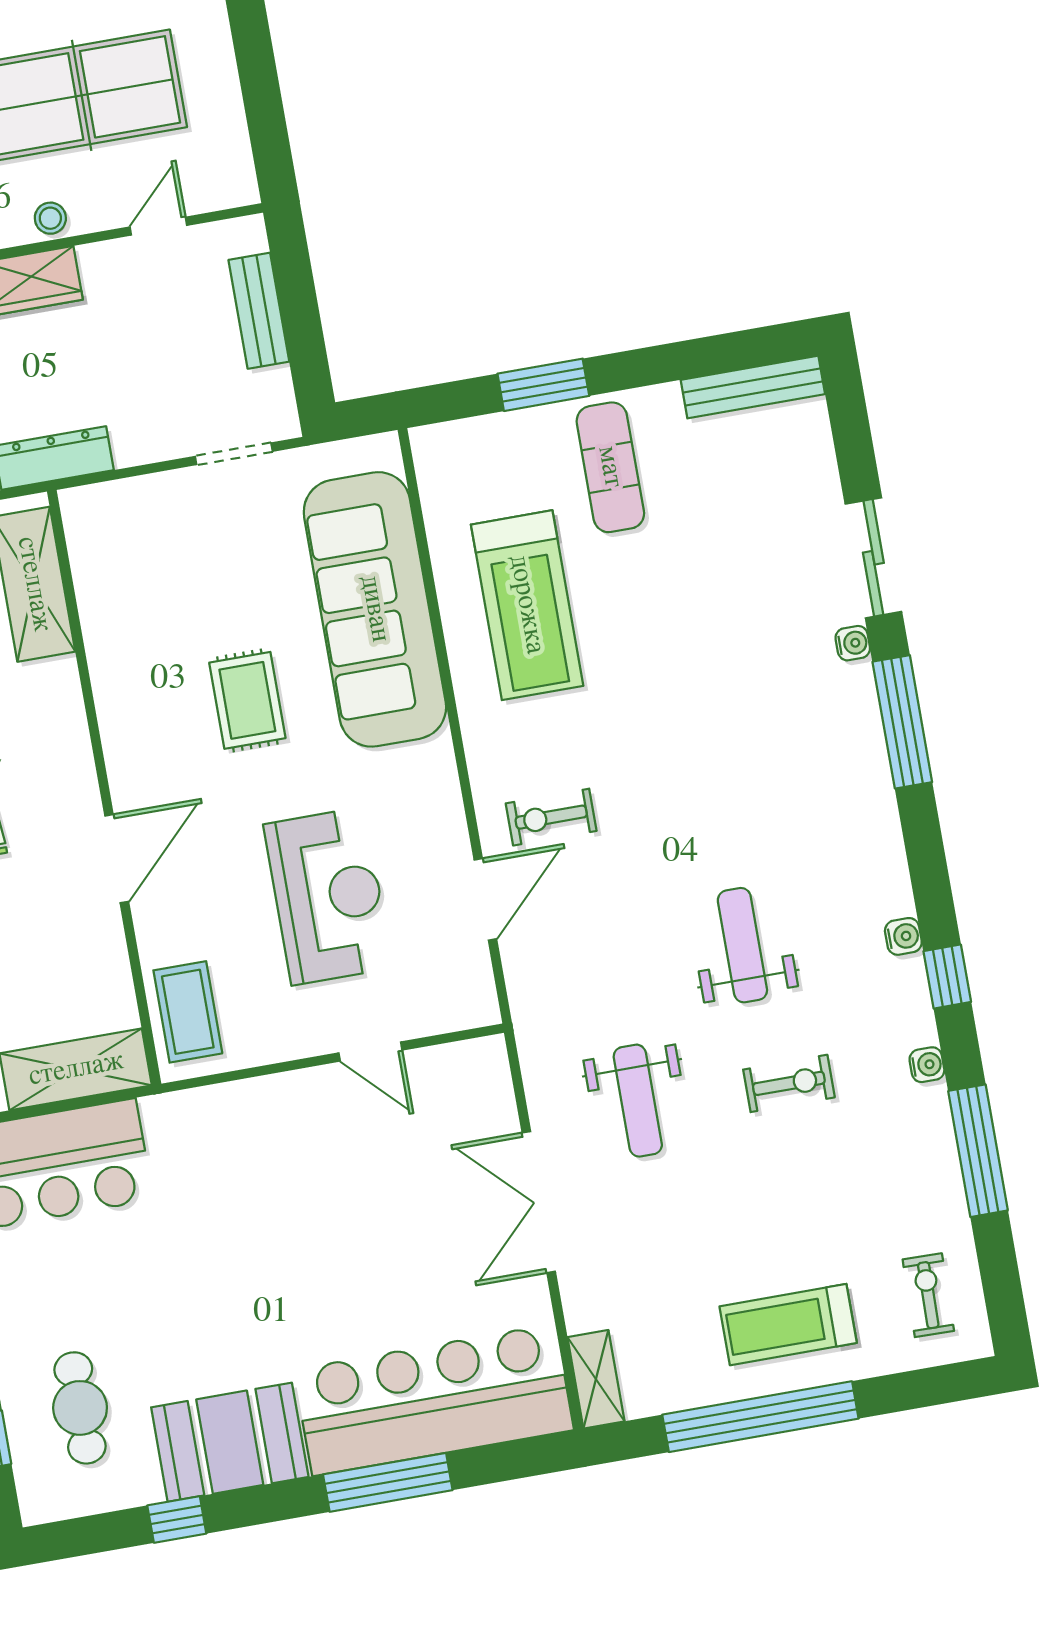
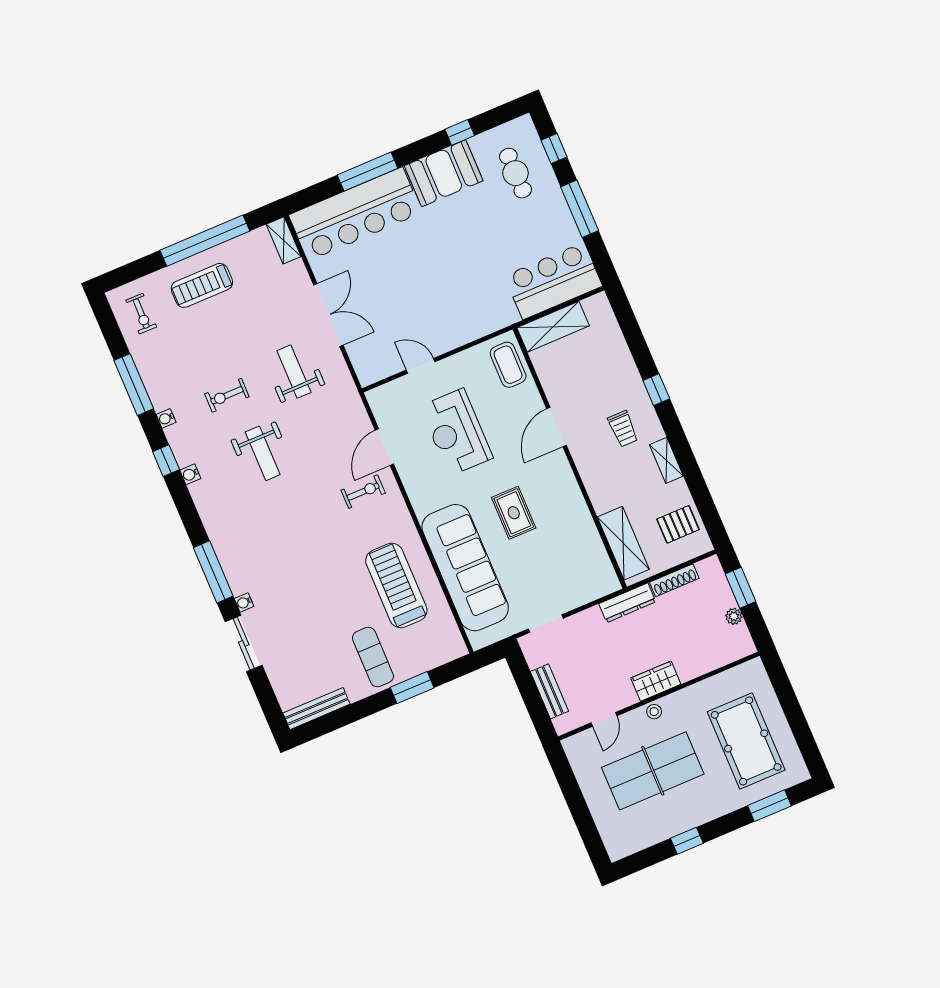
treadmill: (788, 1325) -> (202, 285), turned 180

